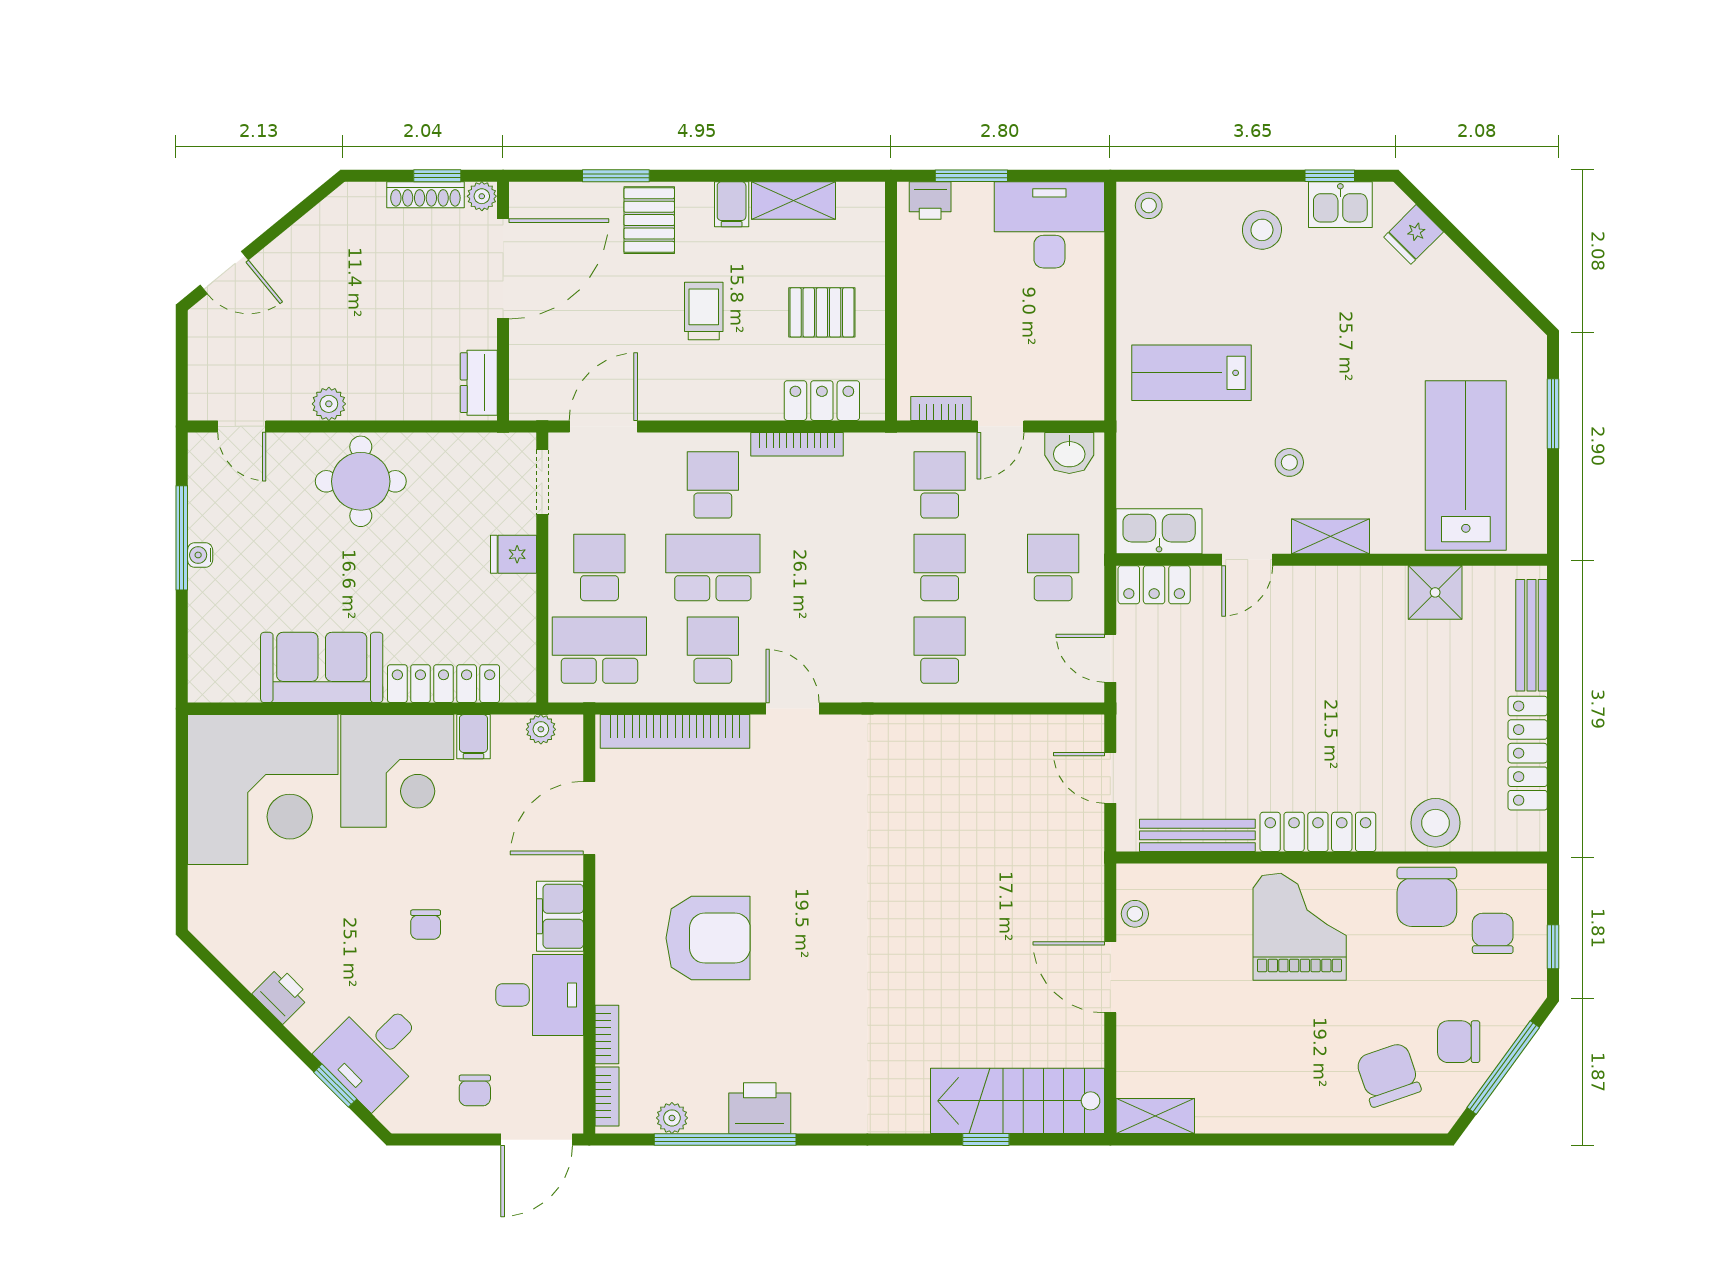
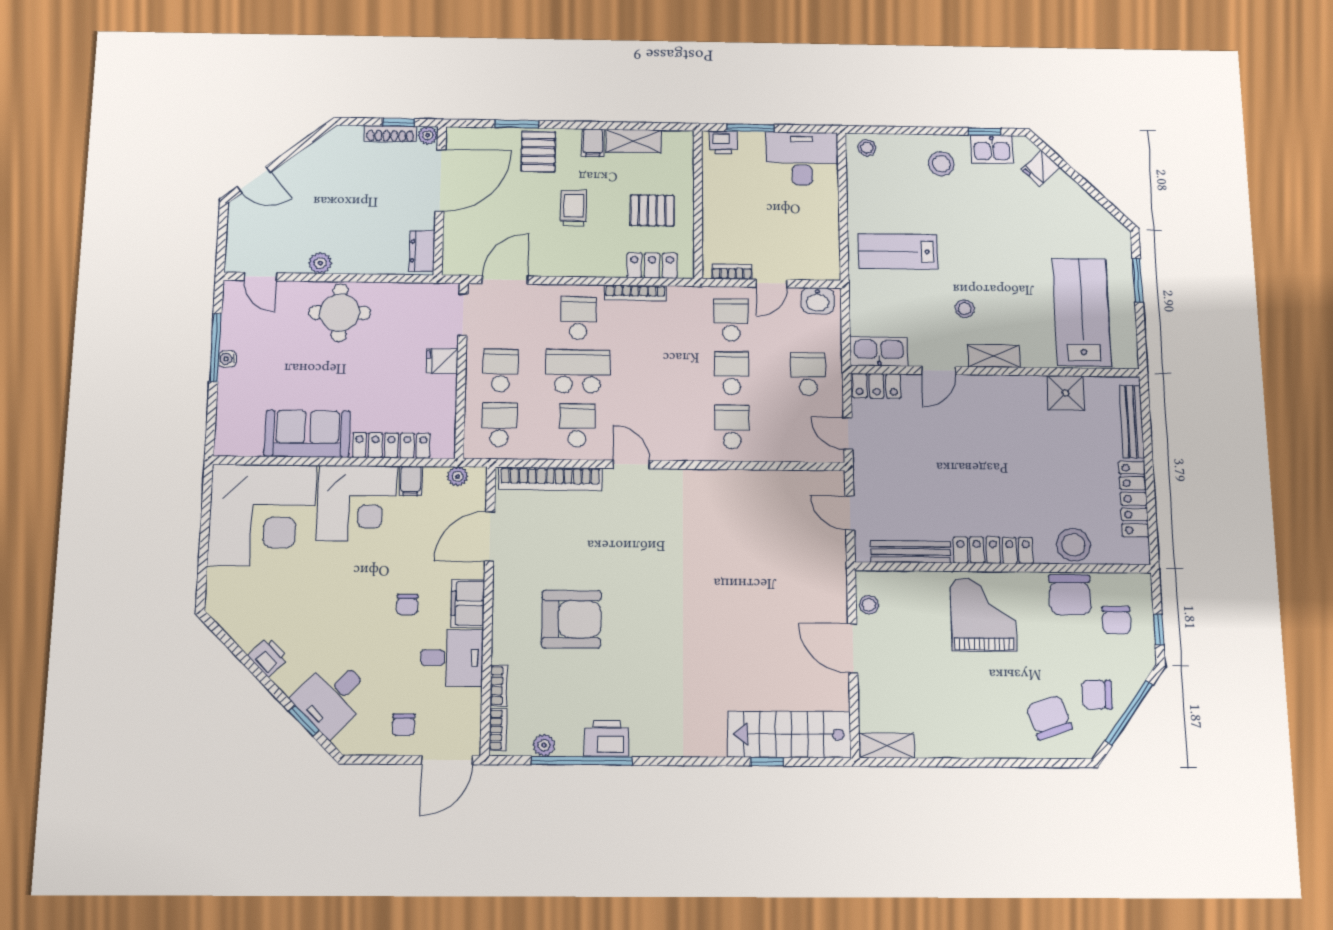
school desk: (599, 650) -> (499, 424), width x0.54
chair: (426, 925) -> (407, 605), moved
chair: (1493, 933) -> (1117, 620), turned 180

